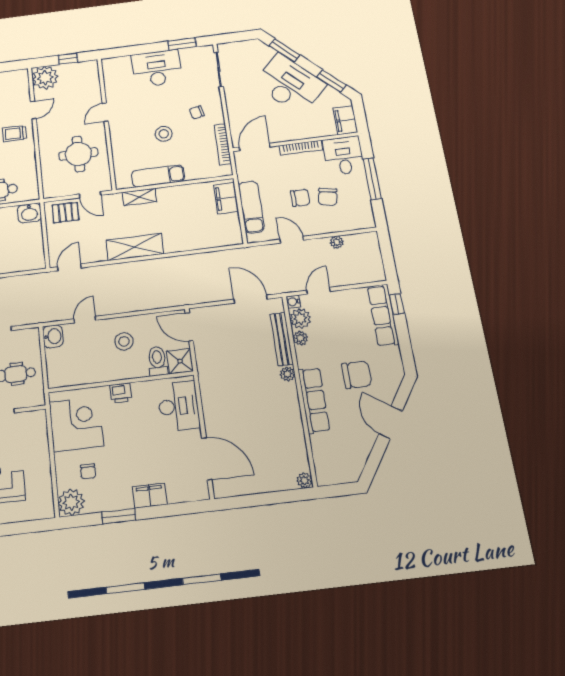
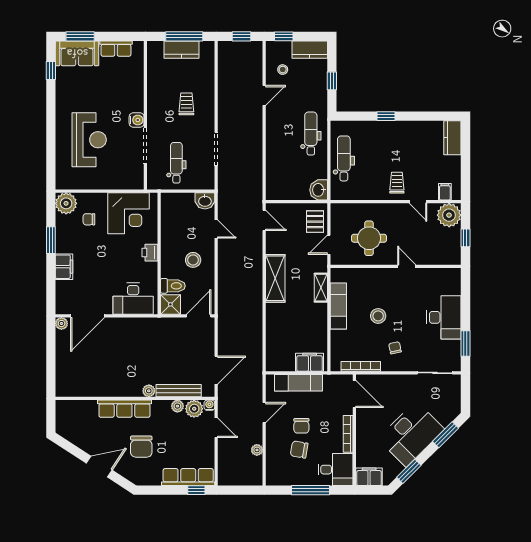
filing cabinet: (20, 85) -> (445, 192), added
plant: (304, 480) -> (61, 323), moved

